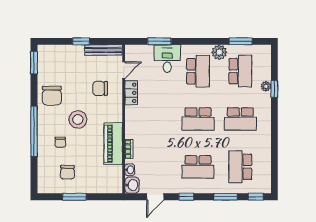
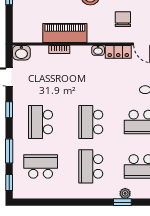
washbasin: (130, 170) -> (98, 50), moved

